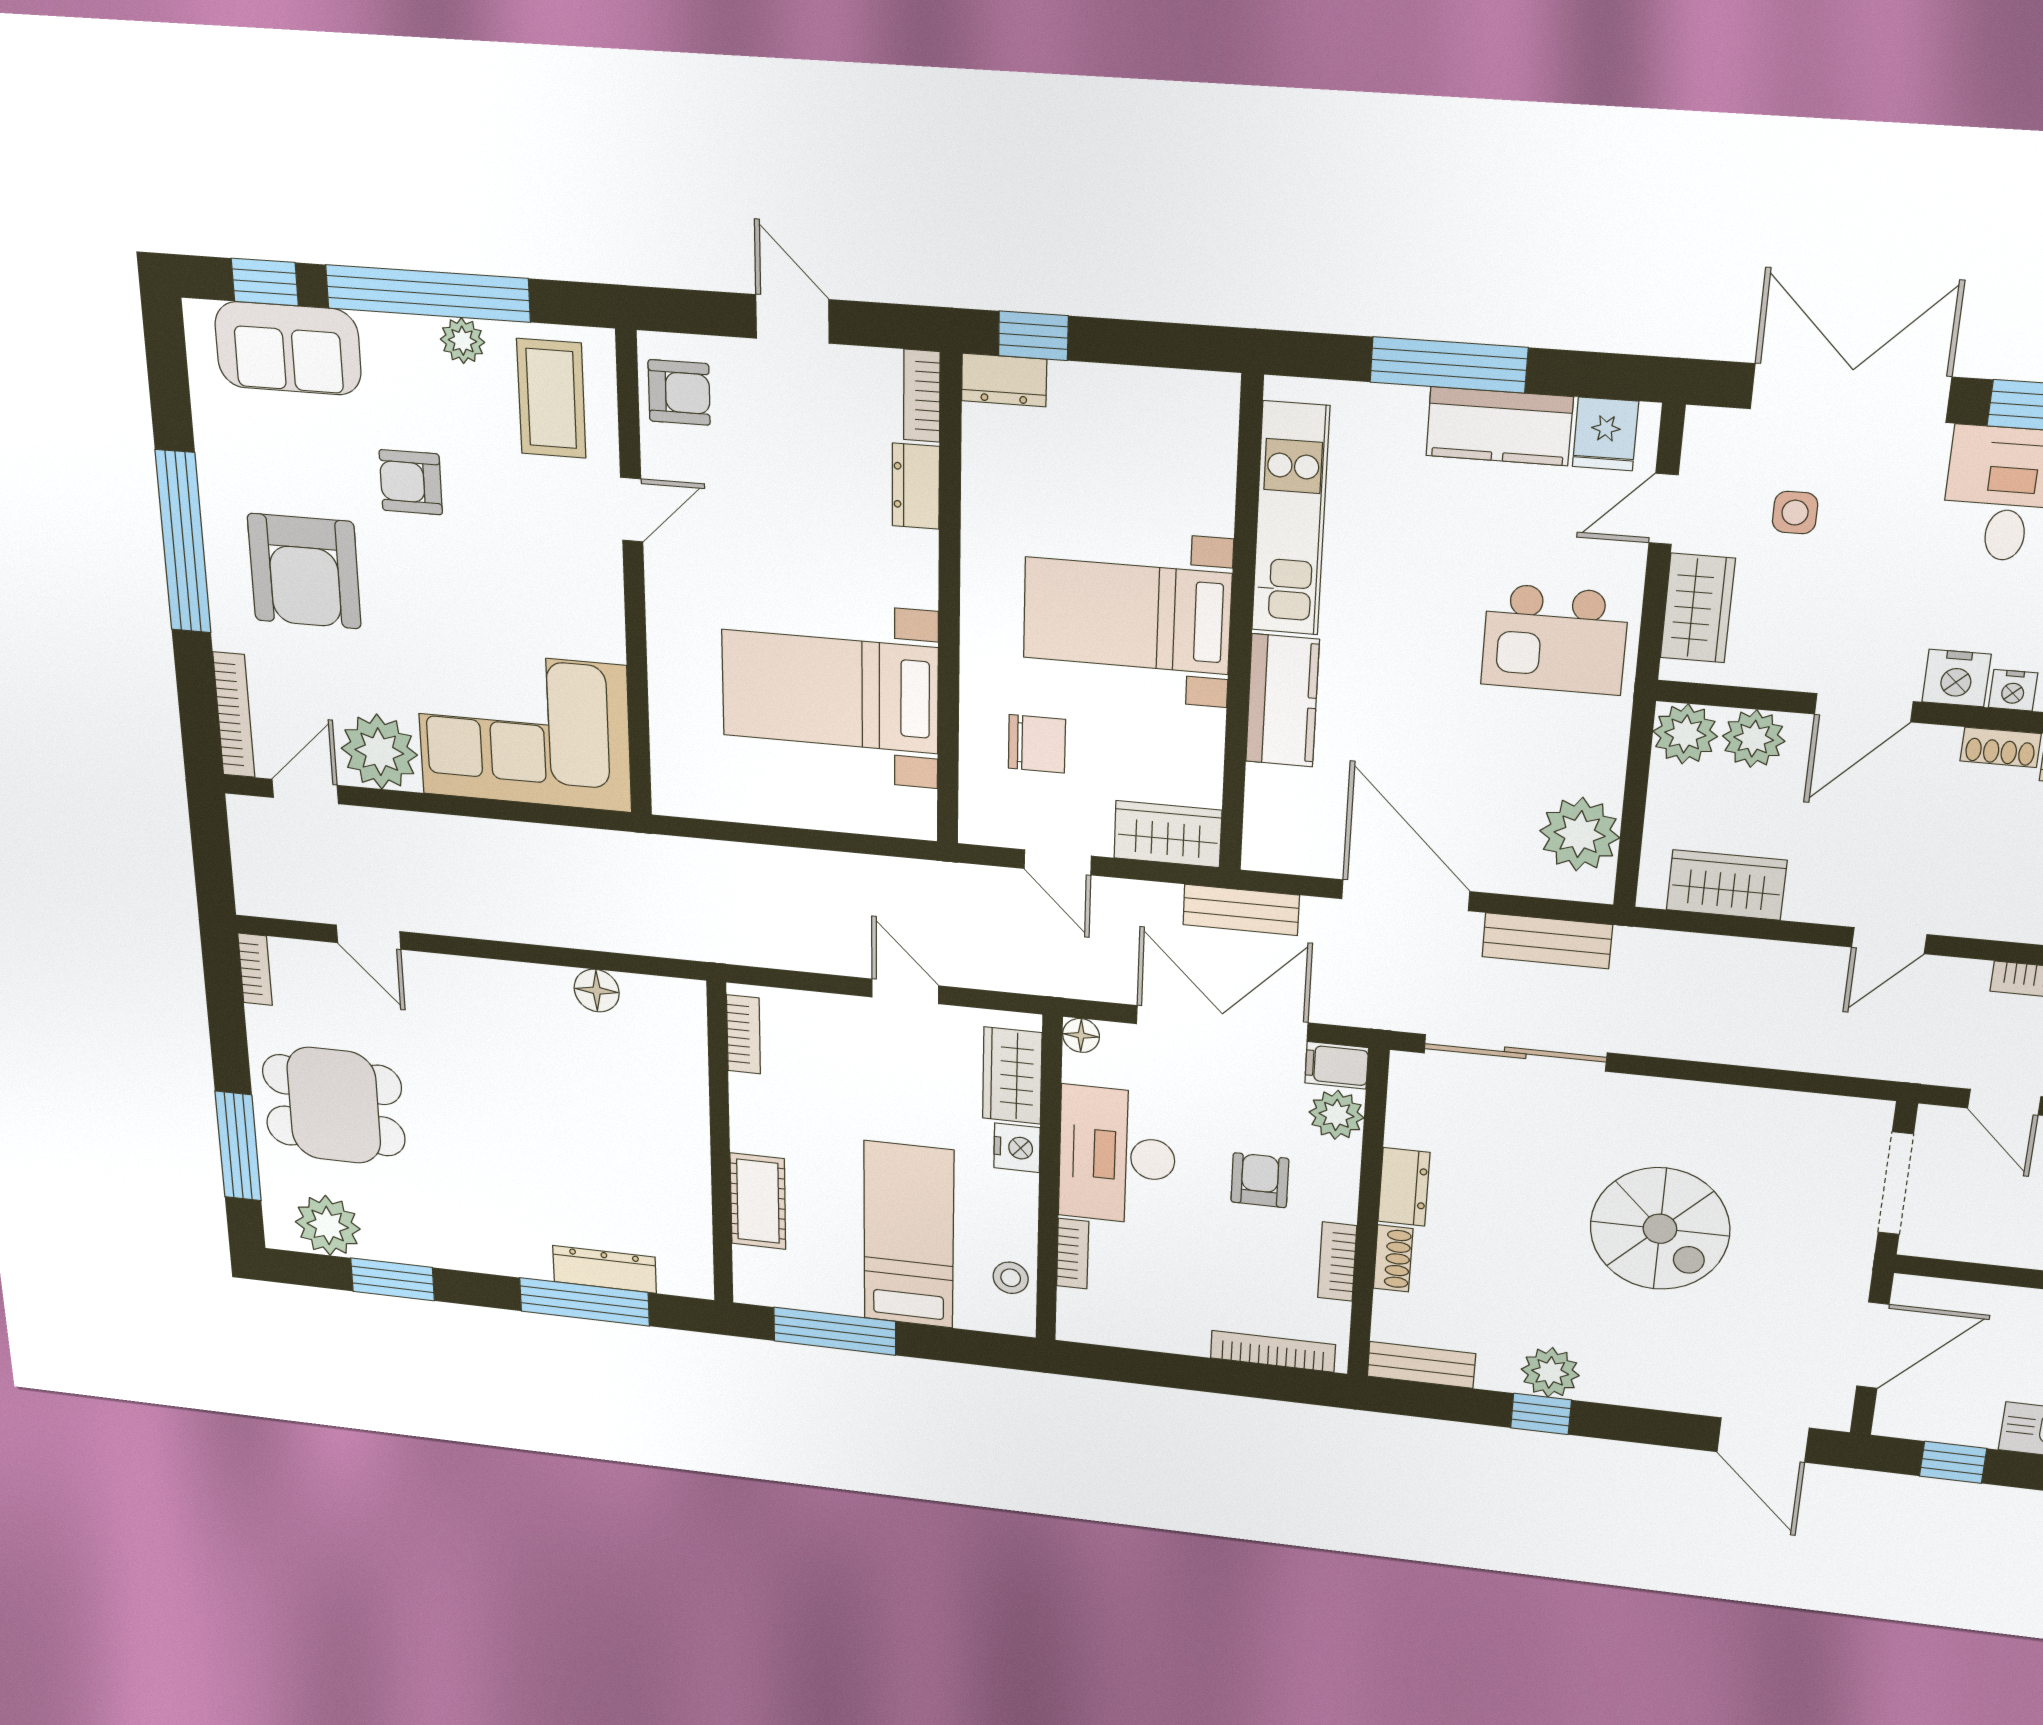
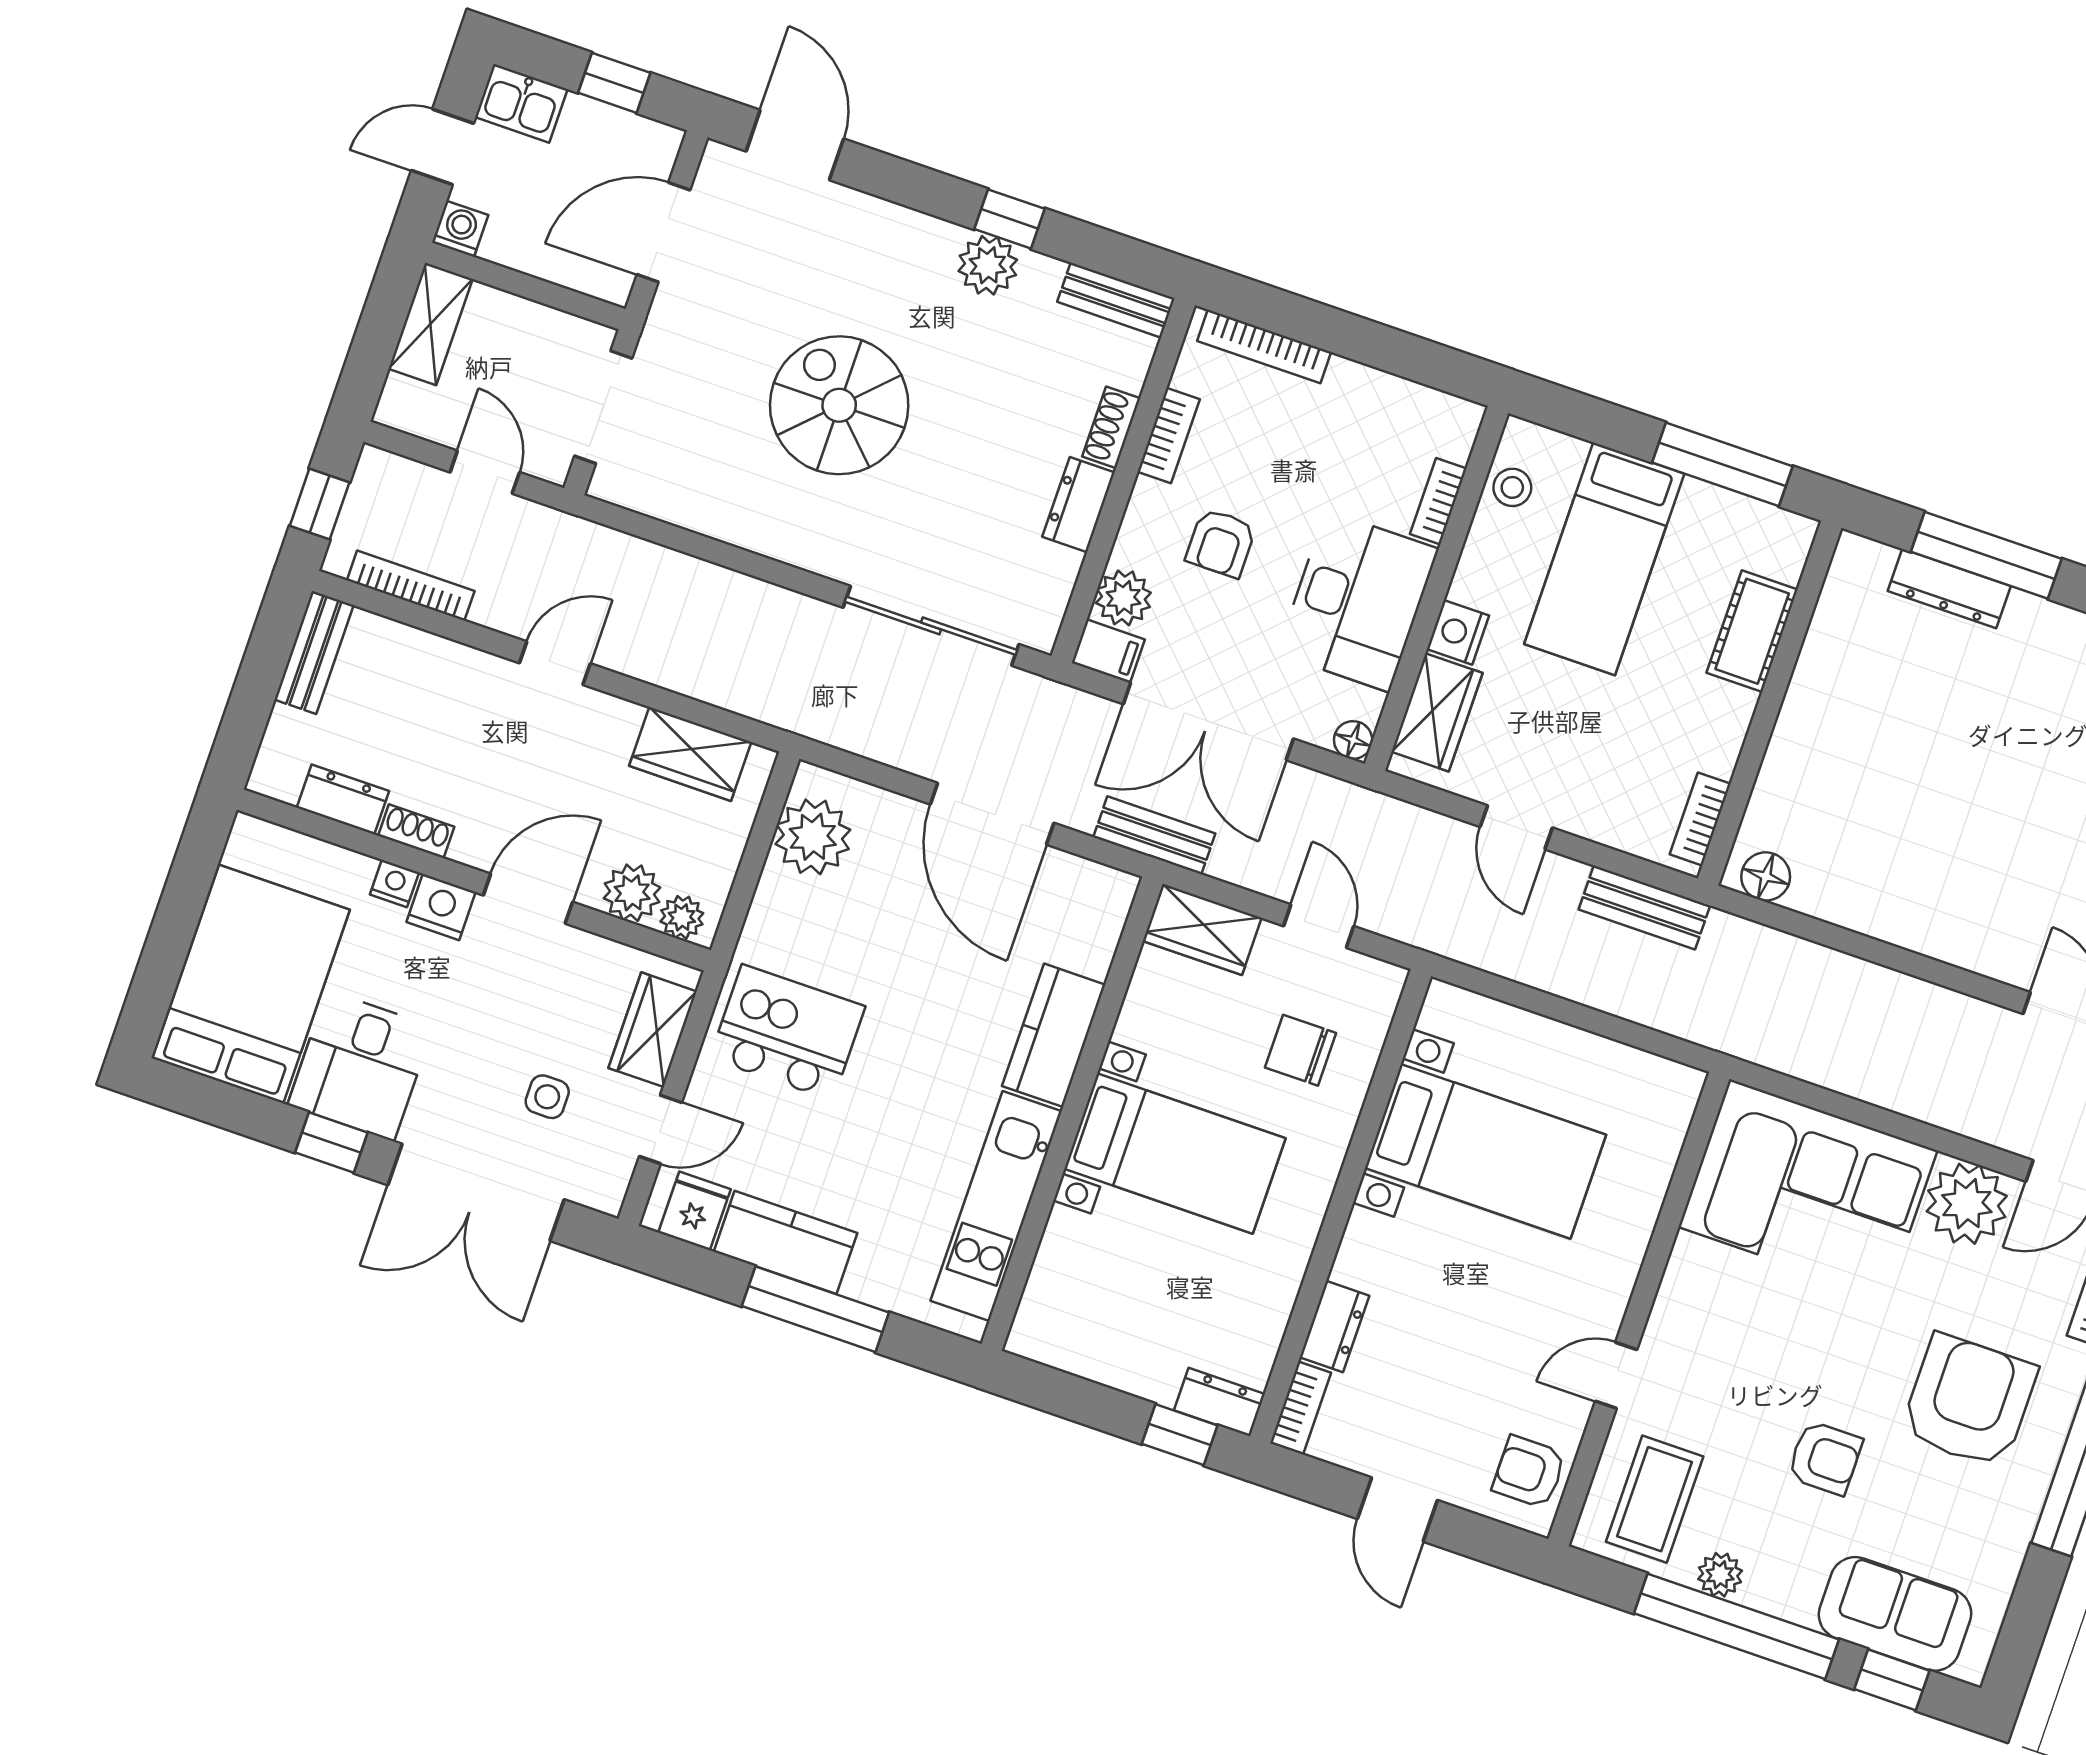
plant: (1685, 734) -> (682, 917), width x0.73, depth x0.73
bench: (1547, 941) -> (1644, 907), moved
floor lamp: (597, 991) -> (1766, 876), moved

